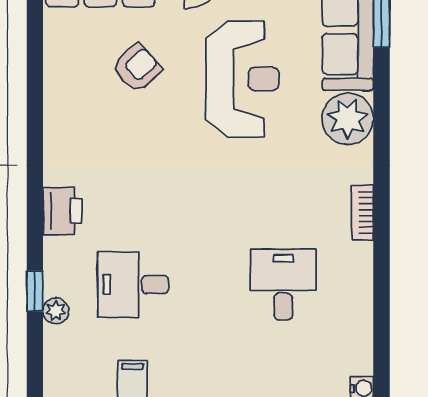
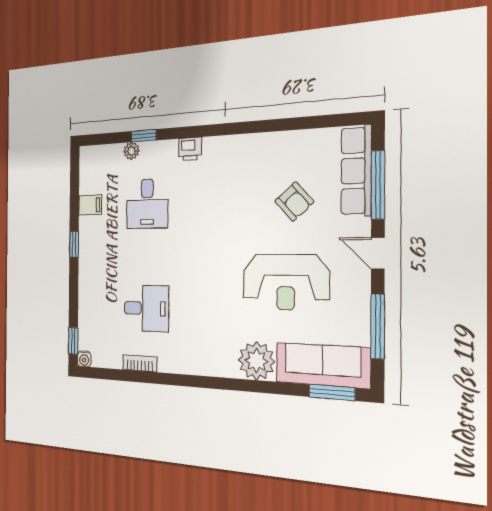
printer: (62, 211) -> (190, 149), width x0.73, depth x0.81
bookcase: (363, 213) -> (140, 363), moved
desk: (133, 285) -> (147, 204), turned 180

